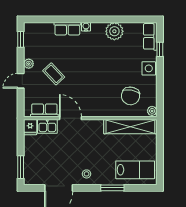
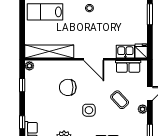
side table: (149, 68) -> (89, 110), moved
window: (160, 90) -> (22, 85), added
chair: (131, 96) -> (68, 87), moved, turned -101
door: (70, 118) -> (94, 59), moved

